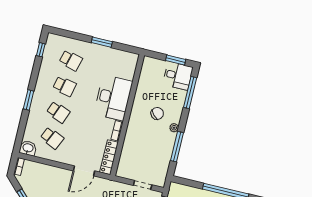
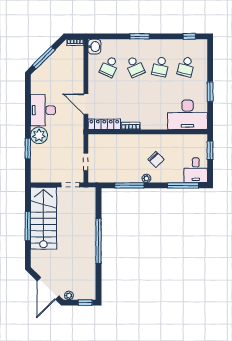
window: (176, 60) -> (210, 150), moved
desk: (113, 98) -> (187, 115), moved
school desk: (58, 112) -> (135, 67), turned -45

